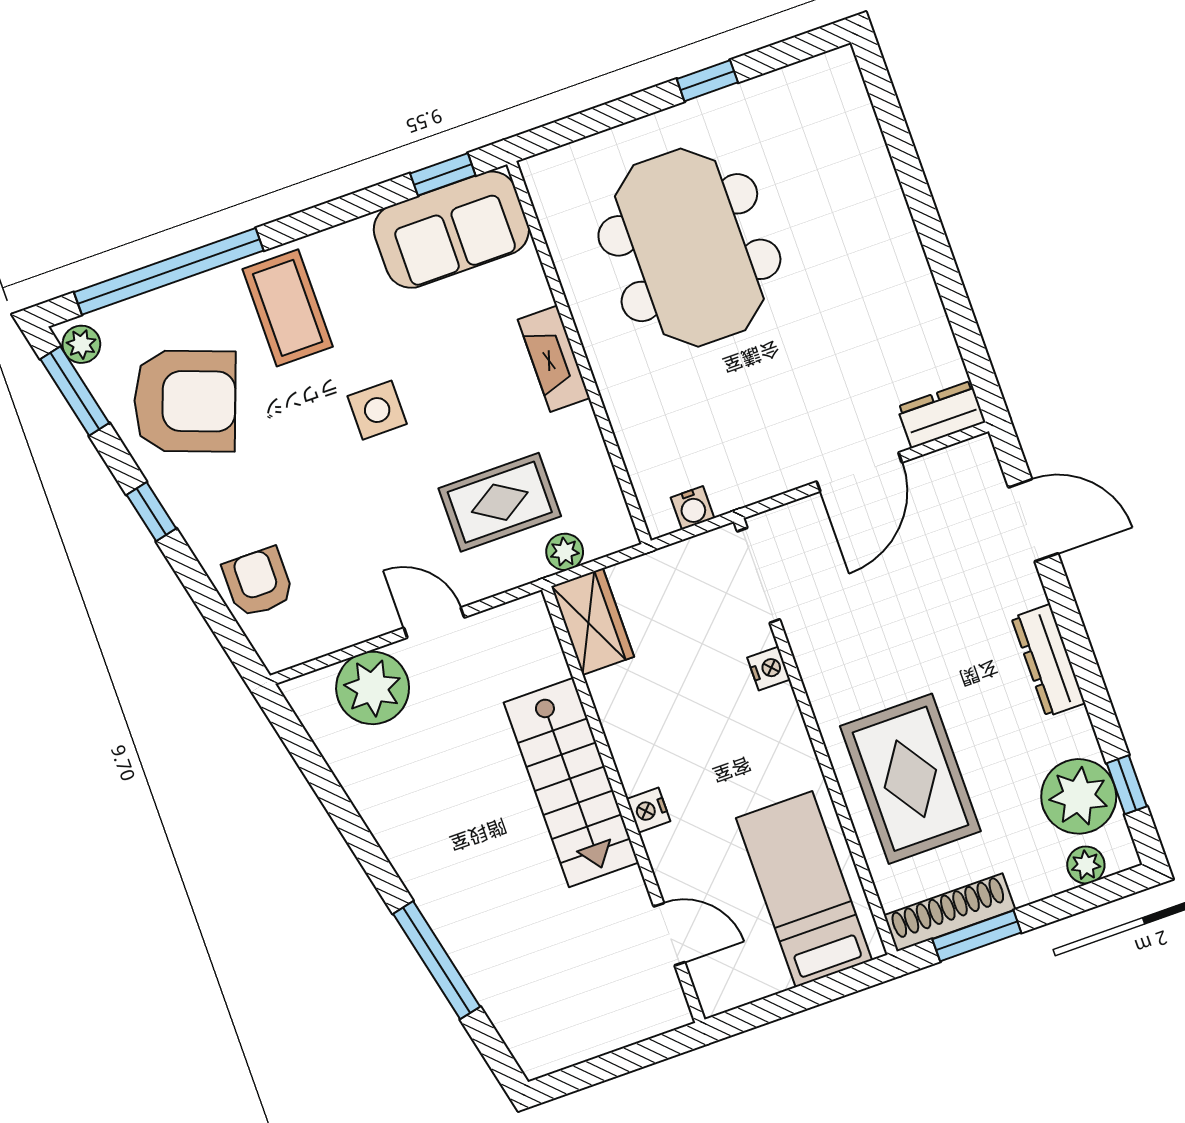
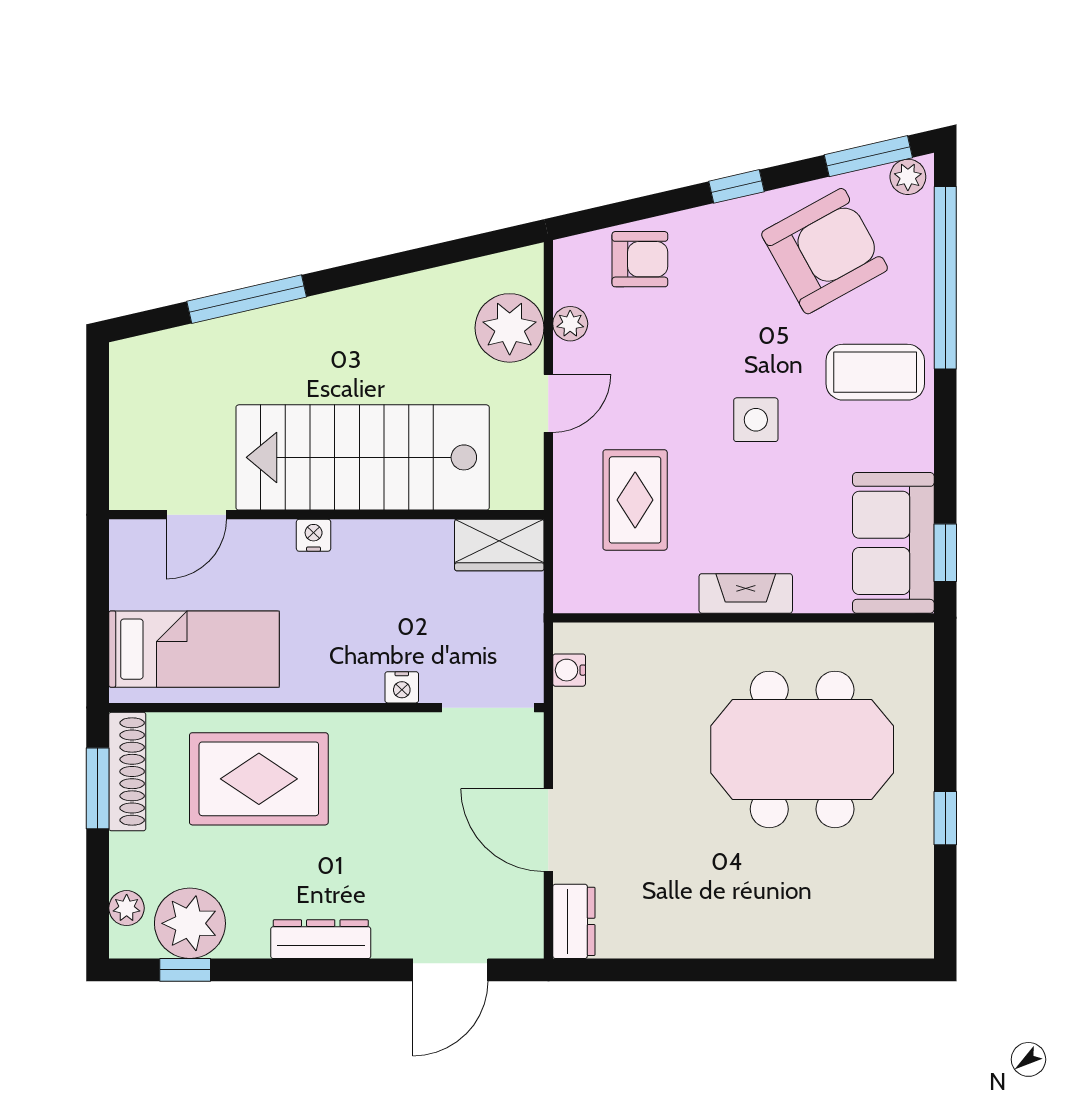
armchair: (185, 401) -> (825, 251), turned -139
plant: (565, 552) -> (570, 324), moved
stairs: (571, 782) -> (363, 457), width x1.36, depth x1.51

